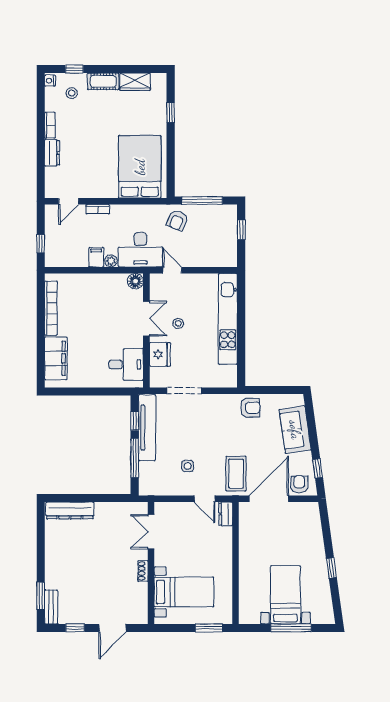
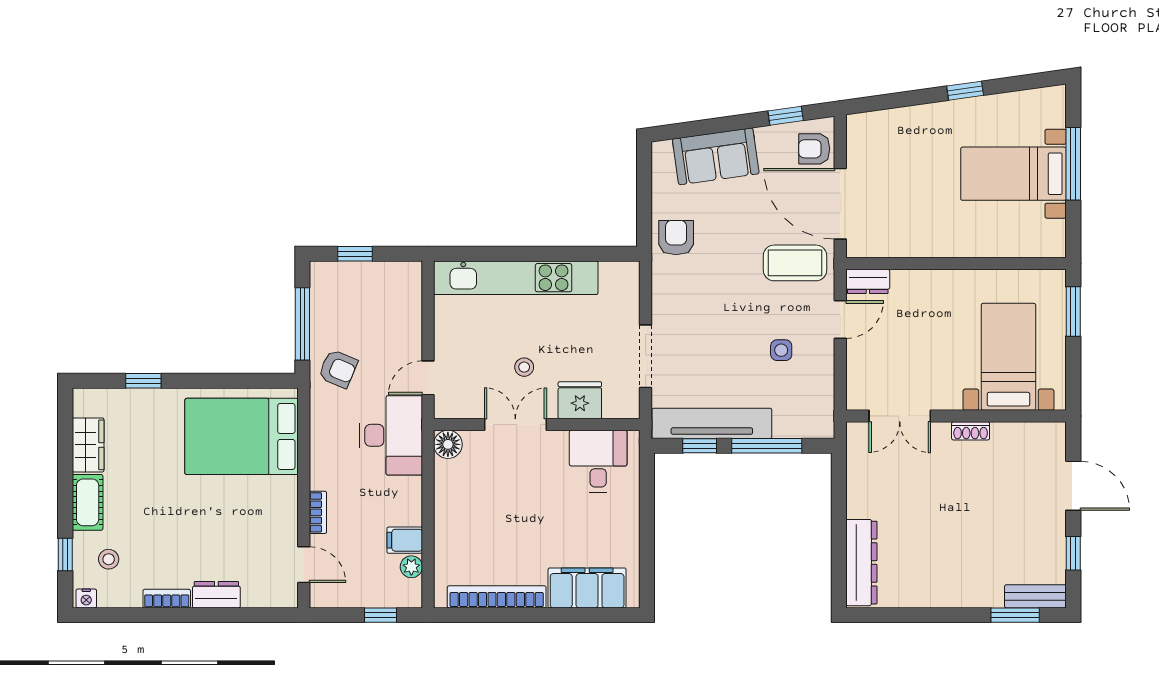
filing cabinet: (96, 257) -> (405, 540), moved
plant: (111, 261) -> (411, 567), moved

